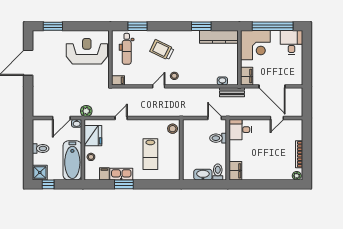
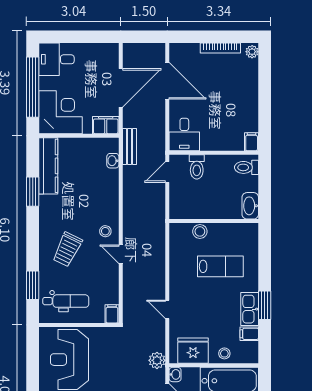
door: (277, 118) -> (167, 81), width x1.87
stool: (173, 129) -> (200, 231), moved
filing cabinet: (235, 171) -> (252, 142), width x0.50
washbasin: (203, 175) -> (250, 206), moved

